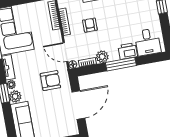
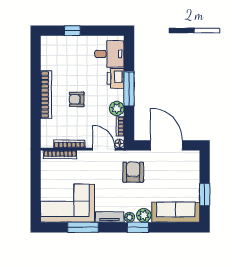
armchair: (90, 25) -> (77, 99), moved
door: (65, 52) -> (104, 149), swing flipped

